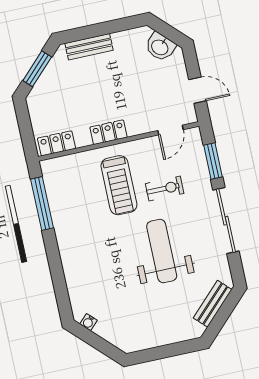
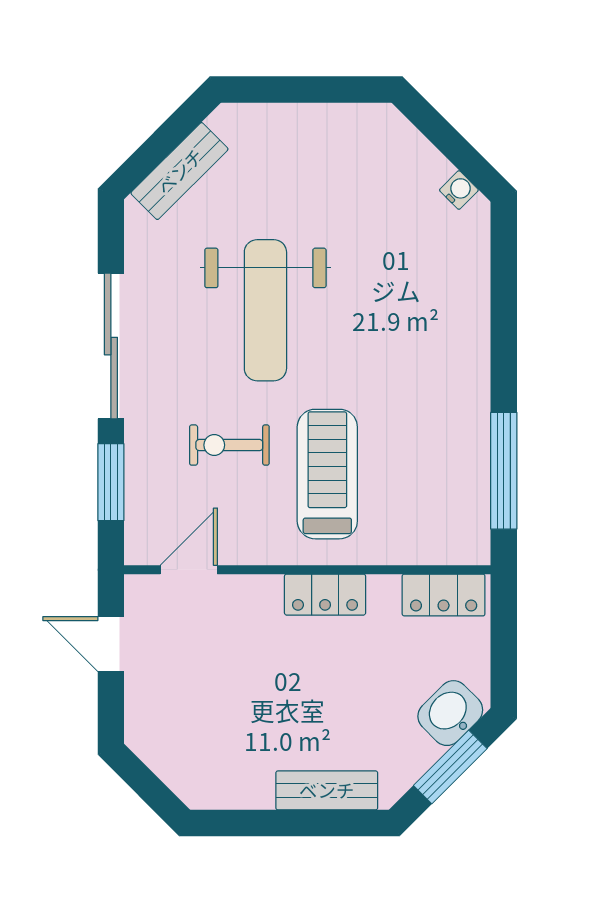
washbasin: (160, 47) -> (450, 713), moved, turned -90

